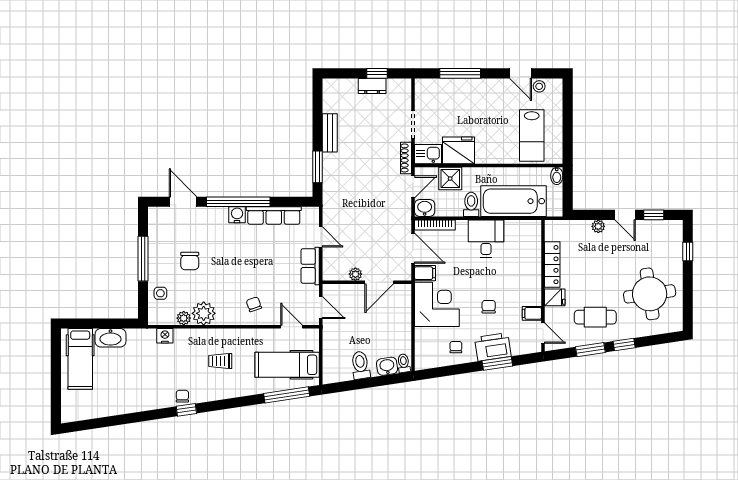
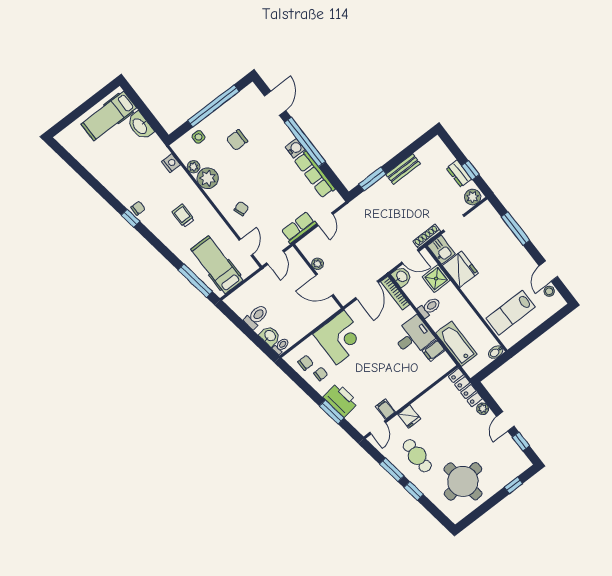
plant: (402, 90) -> (473, 197), added
bathtub: (514, 201) -> (456, 344), width x0.73, depth x0.73
window: (143, 259) -> (213, 106), width x1.46
locker: (552, 265) -> (465, 388), moved, turned 90
filing cabinet: (425, 273) -> (434, 350), moved, turned 90
chair: (489, 307) -> (305, 363), moved

